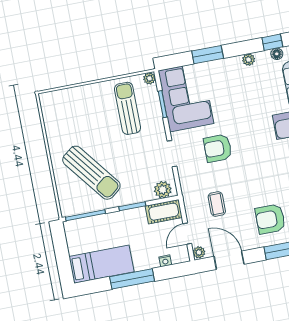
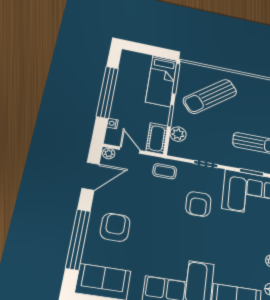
armchair: (218, 148) -> (198, 204), turned 180
plant: (163, 190) -> (178, 134), moved
coffee table: (217, 204) -> (165, 171), moved
bed: (101, 264) -> (162, 81), moved
window: (132, 279) -> (107, 92), width x1.46

